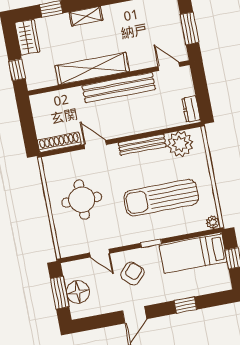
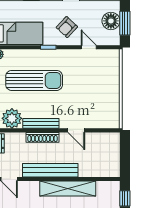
shoe rack: (59, 142) -> (42, 137), moved
round table: (82, 200) -> (95, 90), removed

